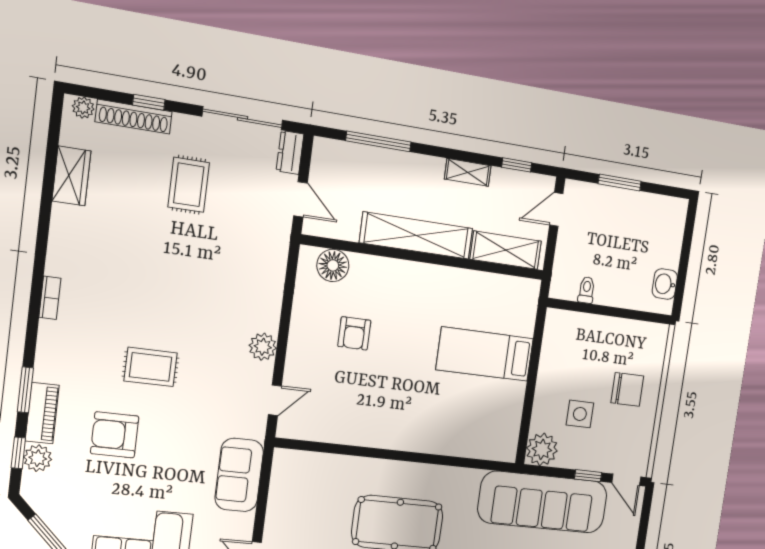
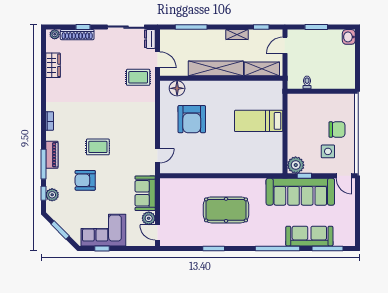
rug: (189, 185) -> (138, 77), moved, turned 90
washbasin: (665, 284) -> (349, 37), moved
armchair: (354, 333) -> (192, 119), width x1.88, depth x1.88
plant: (263, 347) -> (149, 218), moved
window: (25, 390) -> (43, 164), width x1.44
piano: (42, 413) -> (52, 155), moved
side table: (580, 414) -> (328, 151), moved
window: (588, 476) -> (304, 176), moved

